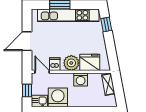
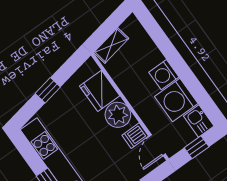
window: (106, 24) -> (48, 90), moved
washing machine: (81, 80) -> (164, 75), moved, turned 180

